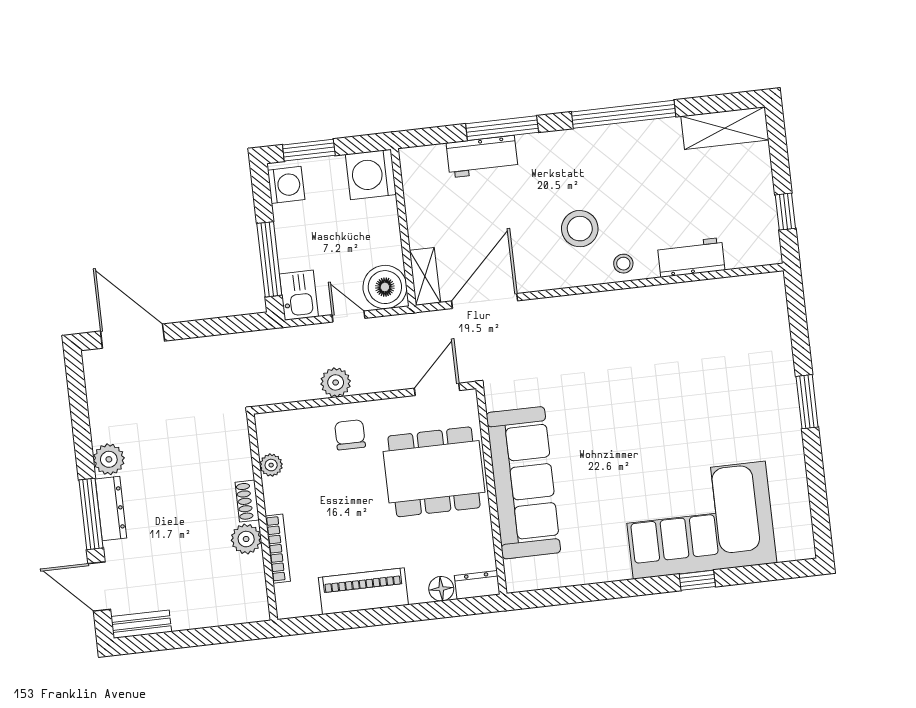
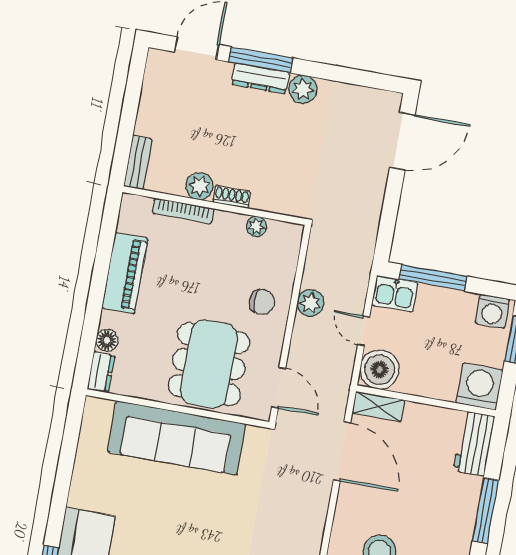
workbench: (482, 157) -> (474, 444), moved
door: (349, 316) -> (364, 331), swing flipped
bench: (141, 624) -> (138, 162), moved

